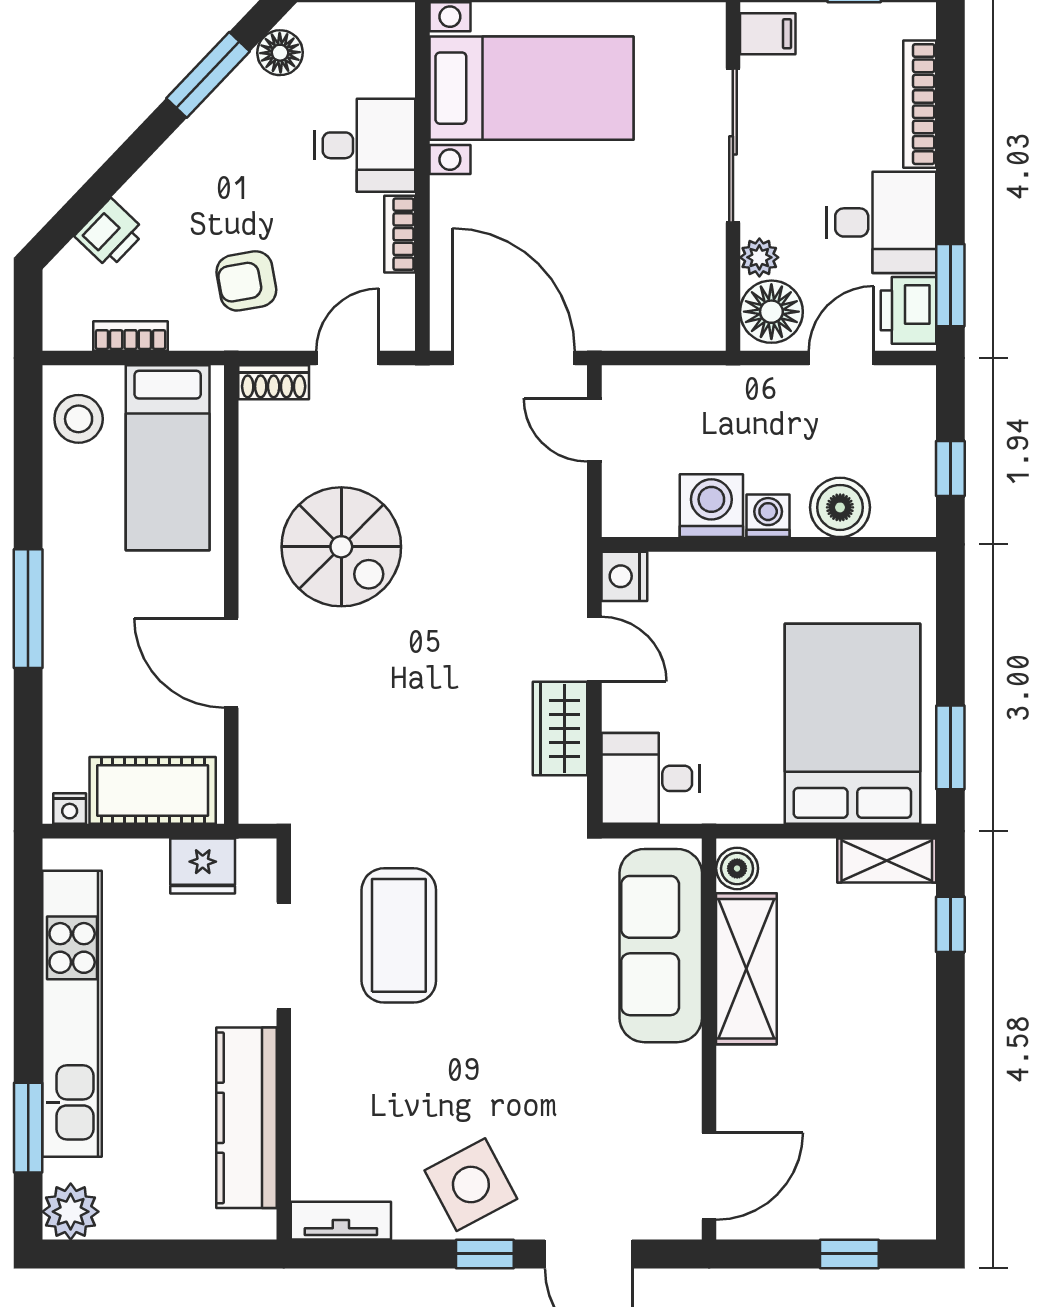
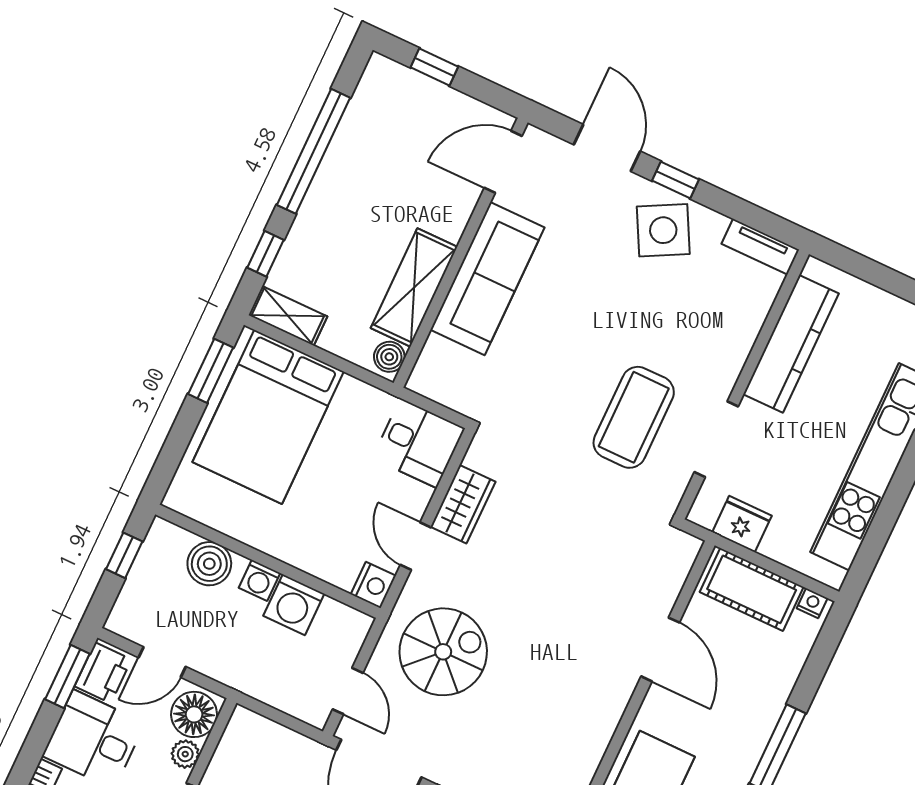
spiral stairs: (341, 547) -> (443, 652), moved, turned 90
sofa: (661, 946) -> (487, 279), moved
window: (950, 1079) -> (313, 151), added

